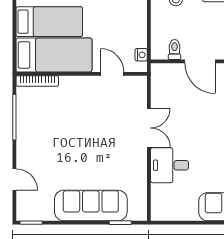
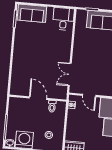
double door: (149, 128) -> (70, 74), moved
desk: (170, 165) -> (63, 19), moved, turned -90

